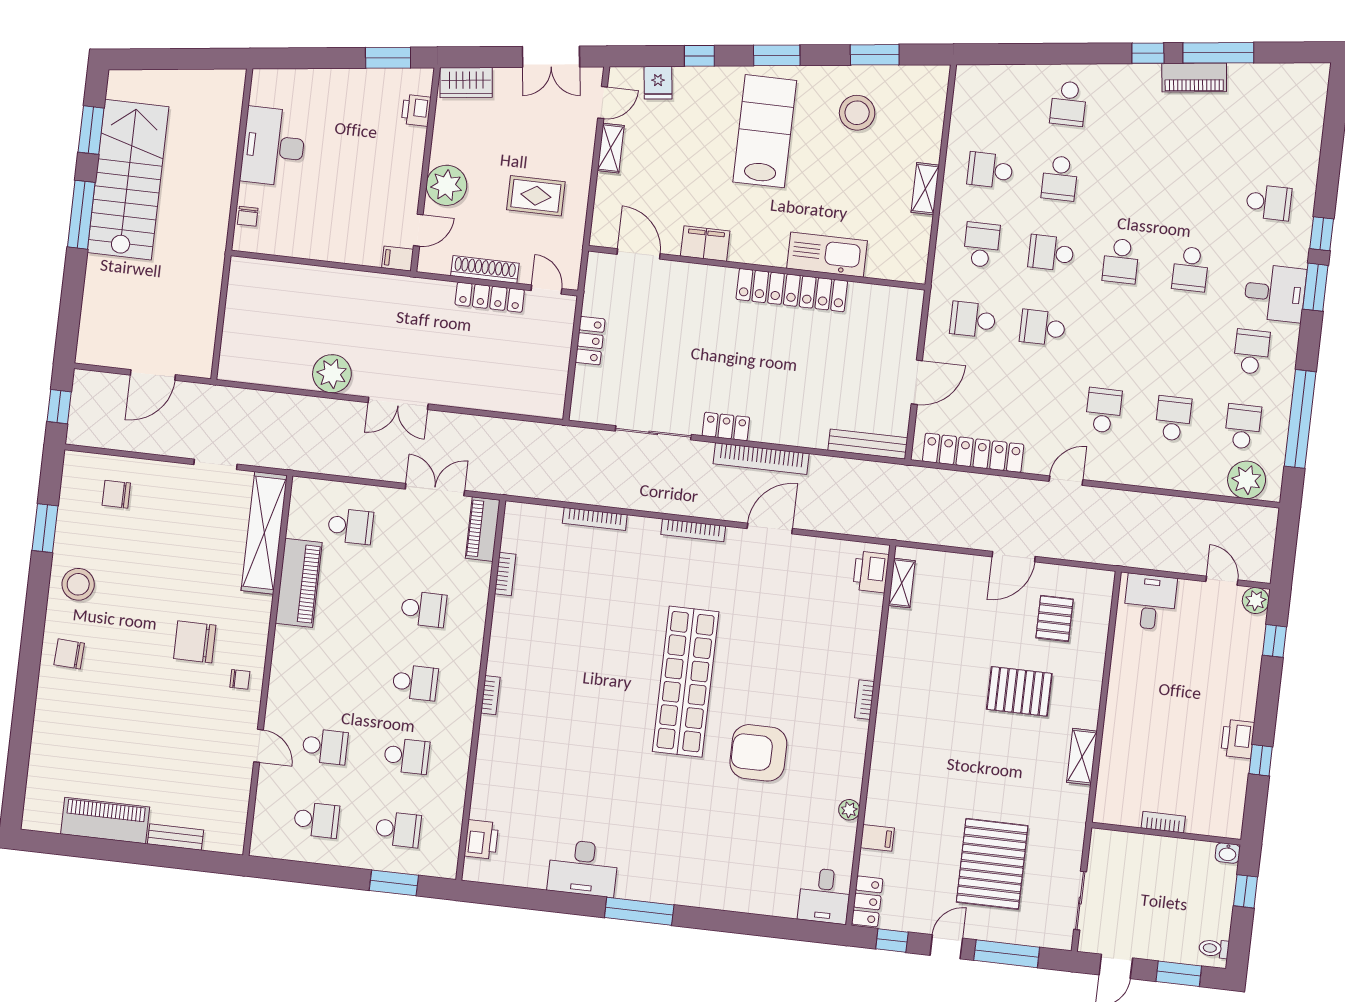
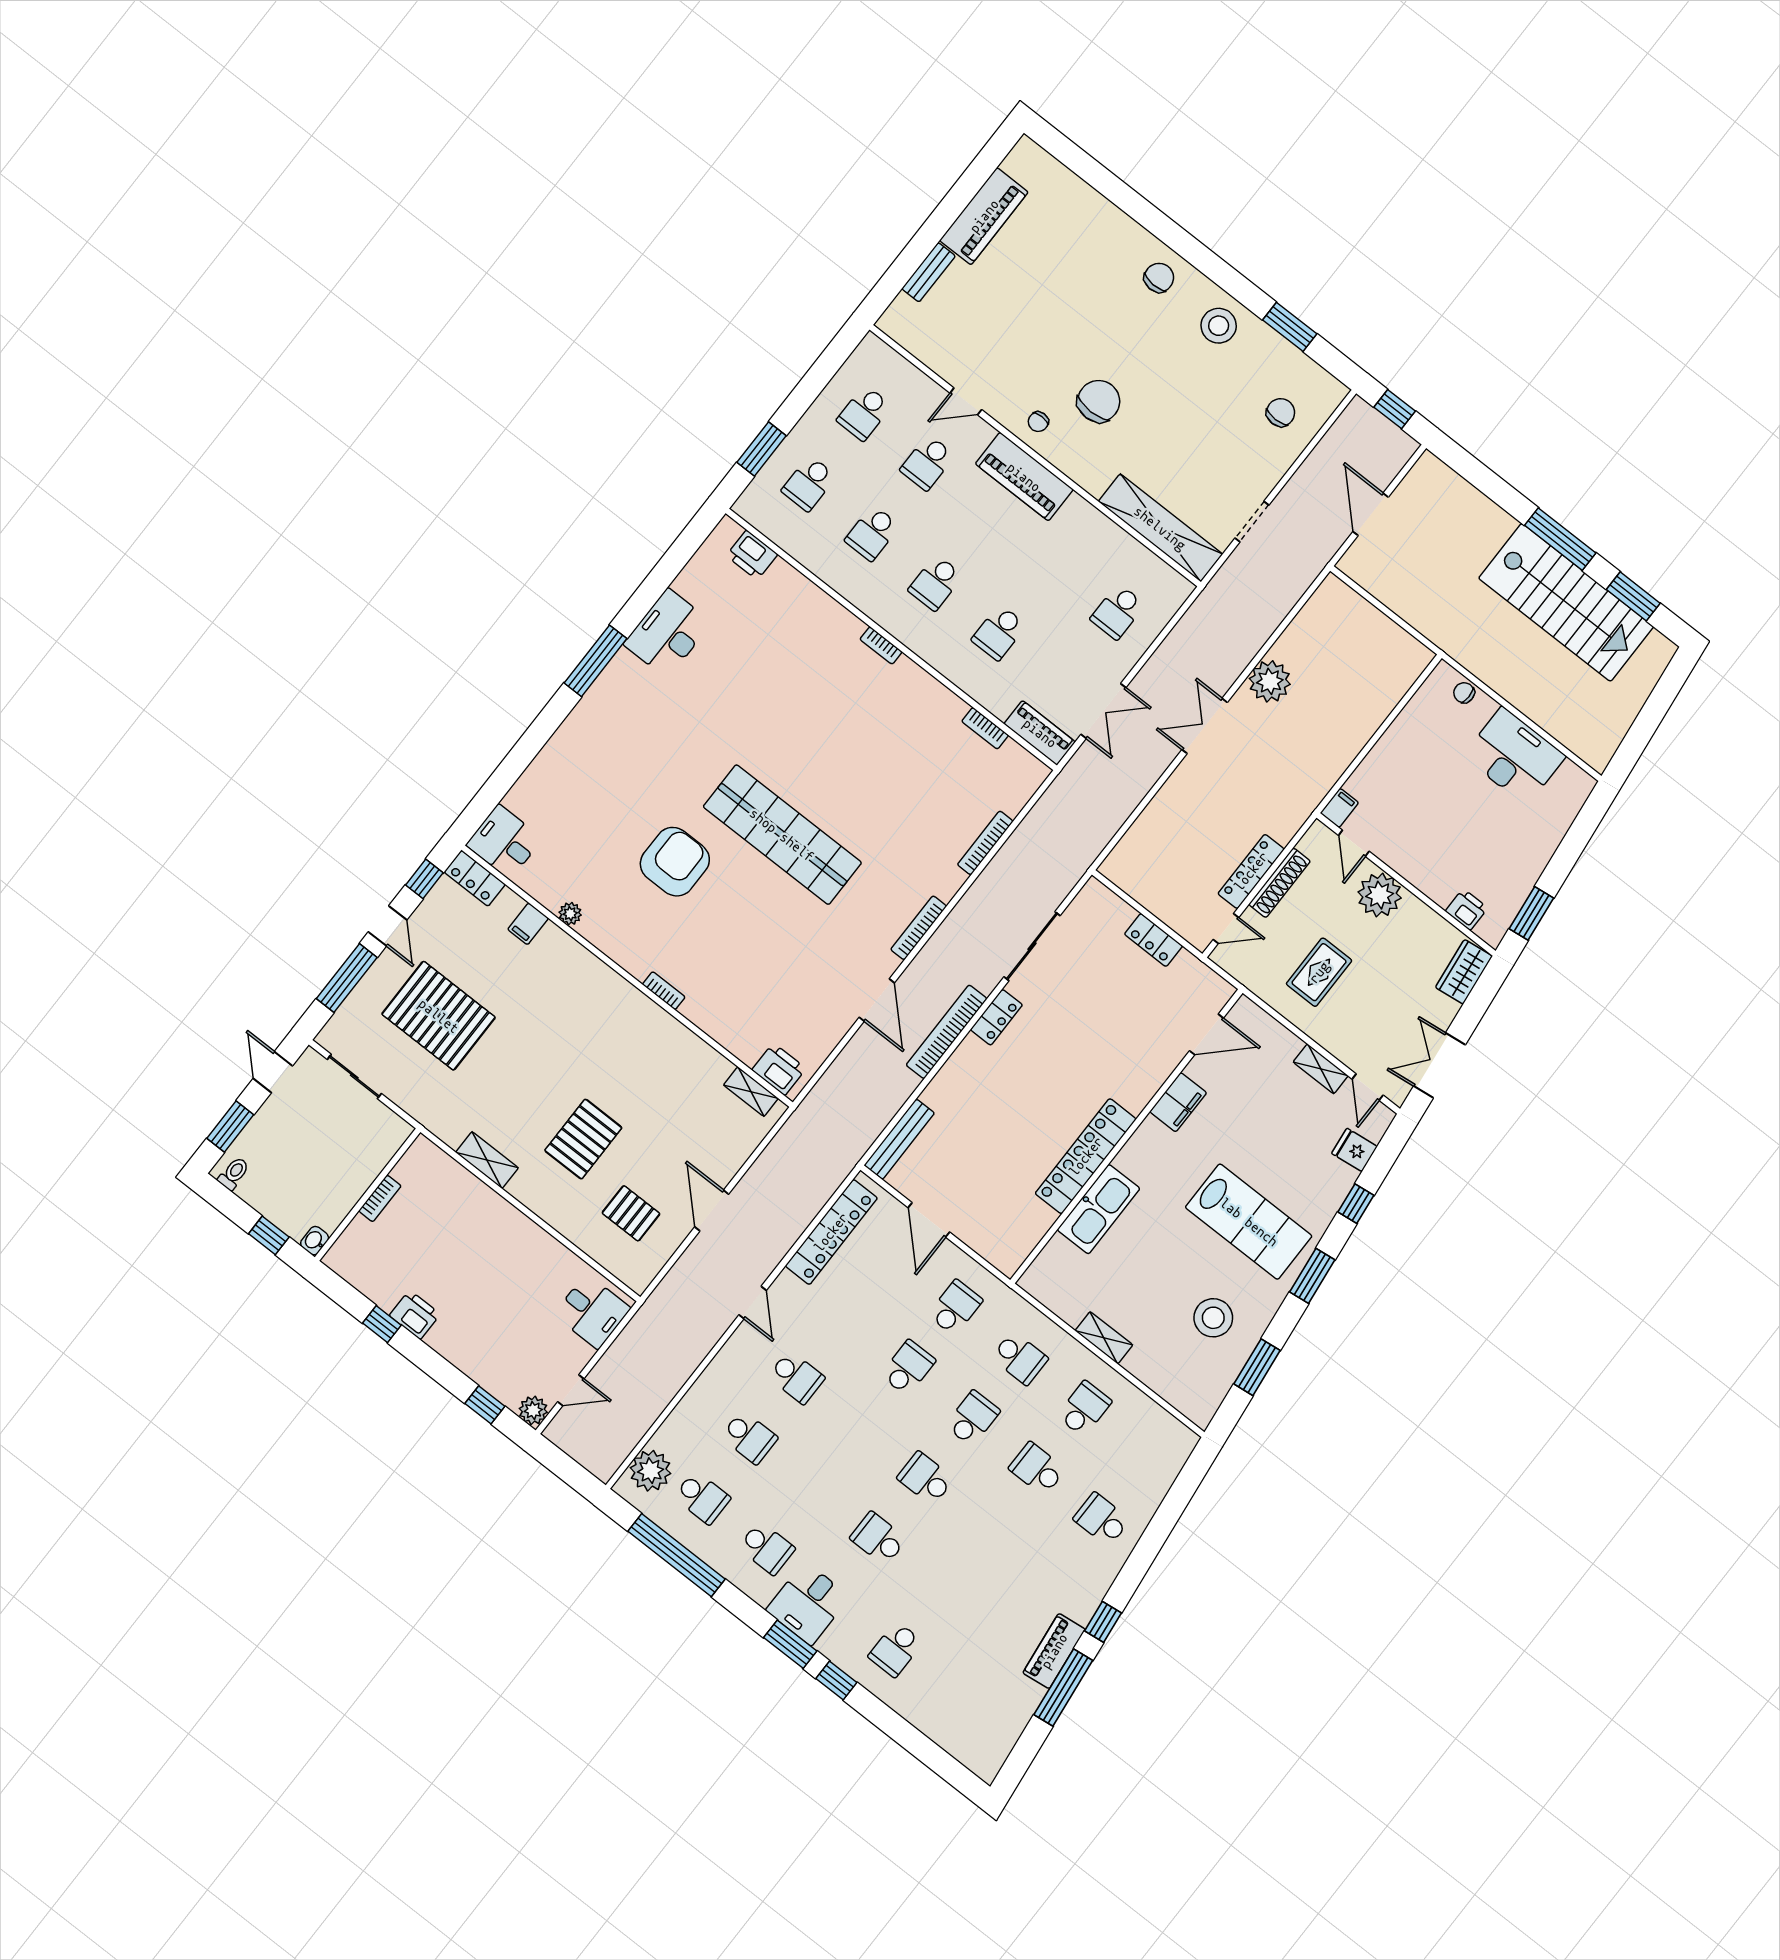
piano: (299, 583) -> (1024, 477), moved

